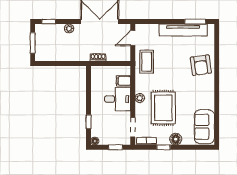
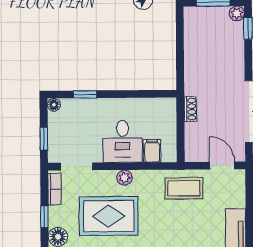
plant: (69, 28) -> (237, 13), moved

